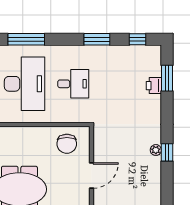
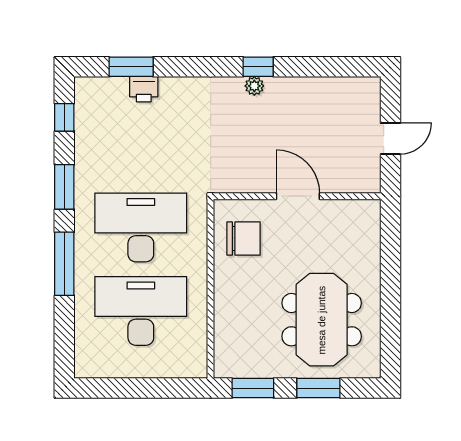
window: (26, 39) -> (64, 264), moved
desk: (73, 84) -> (141, 227), width x1.87, depth x1.30

